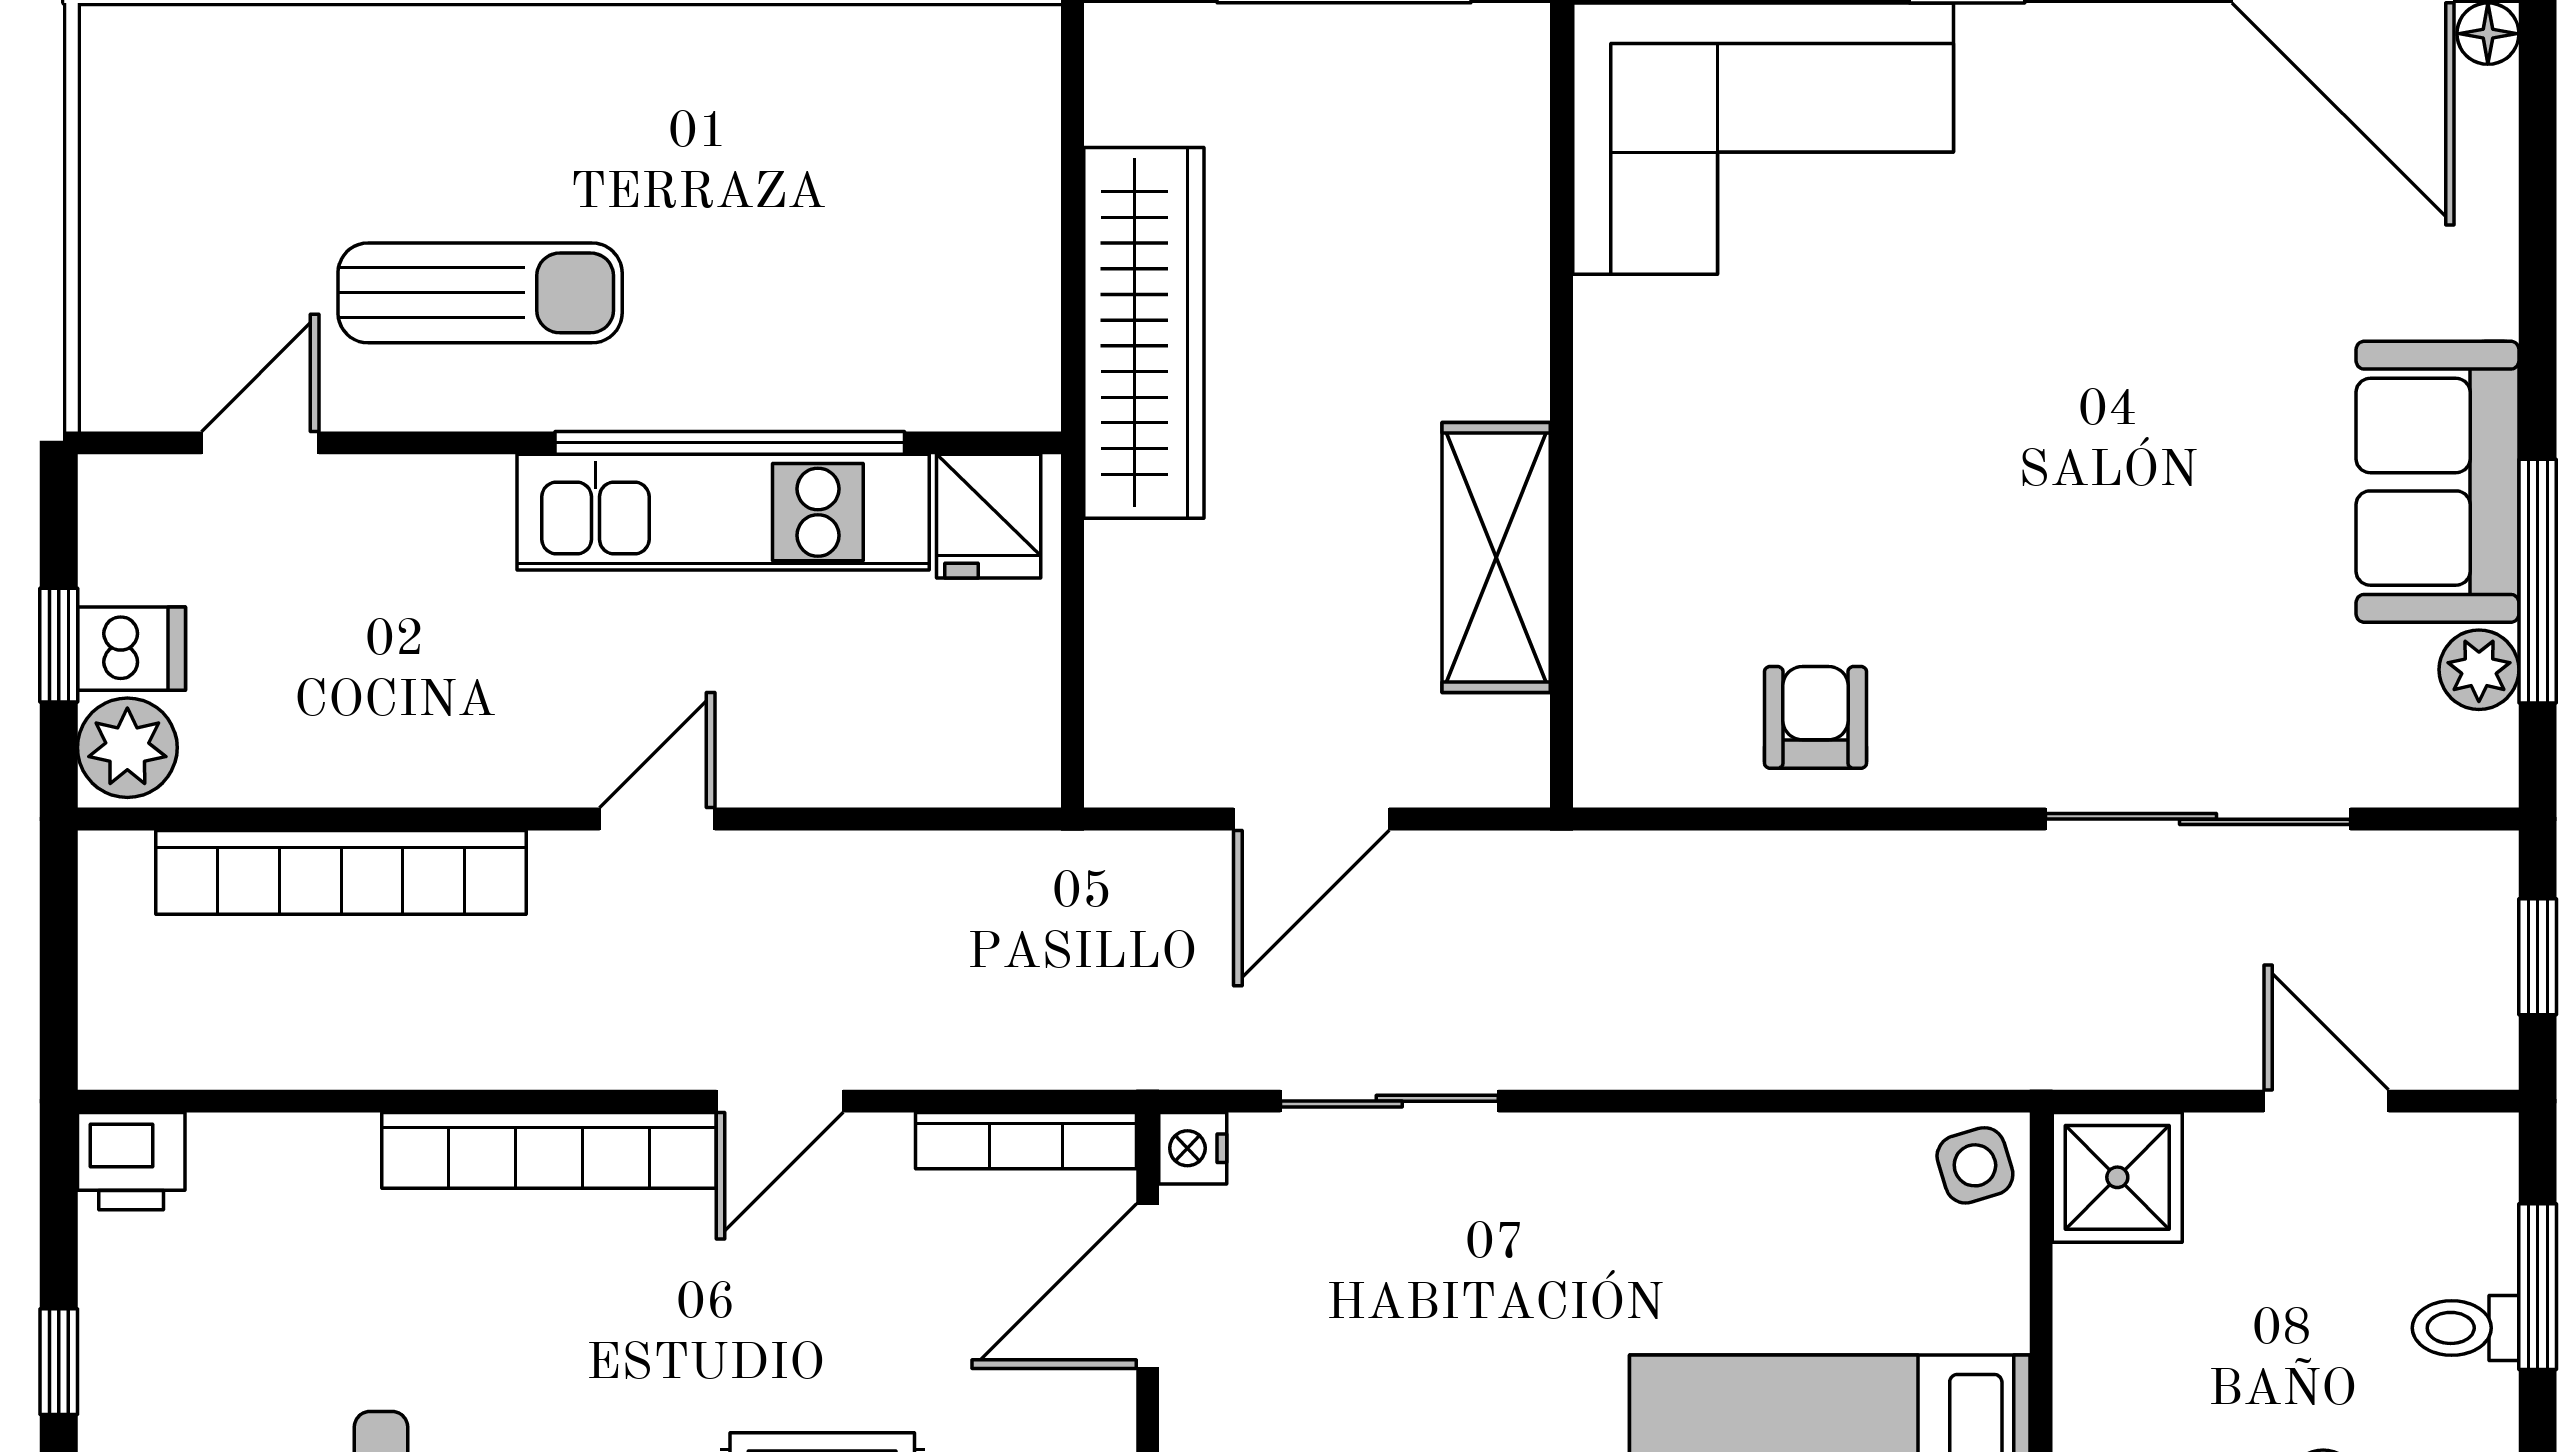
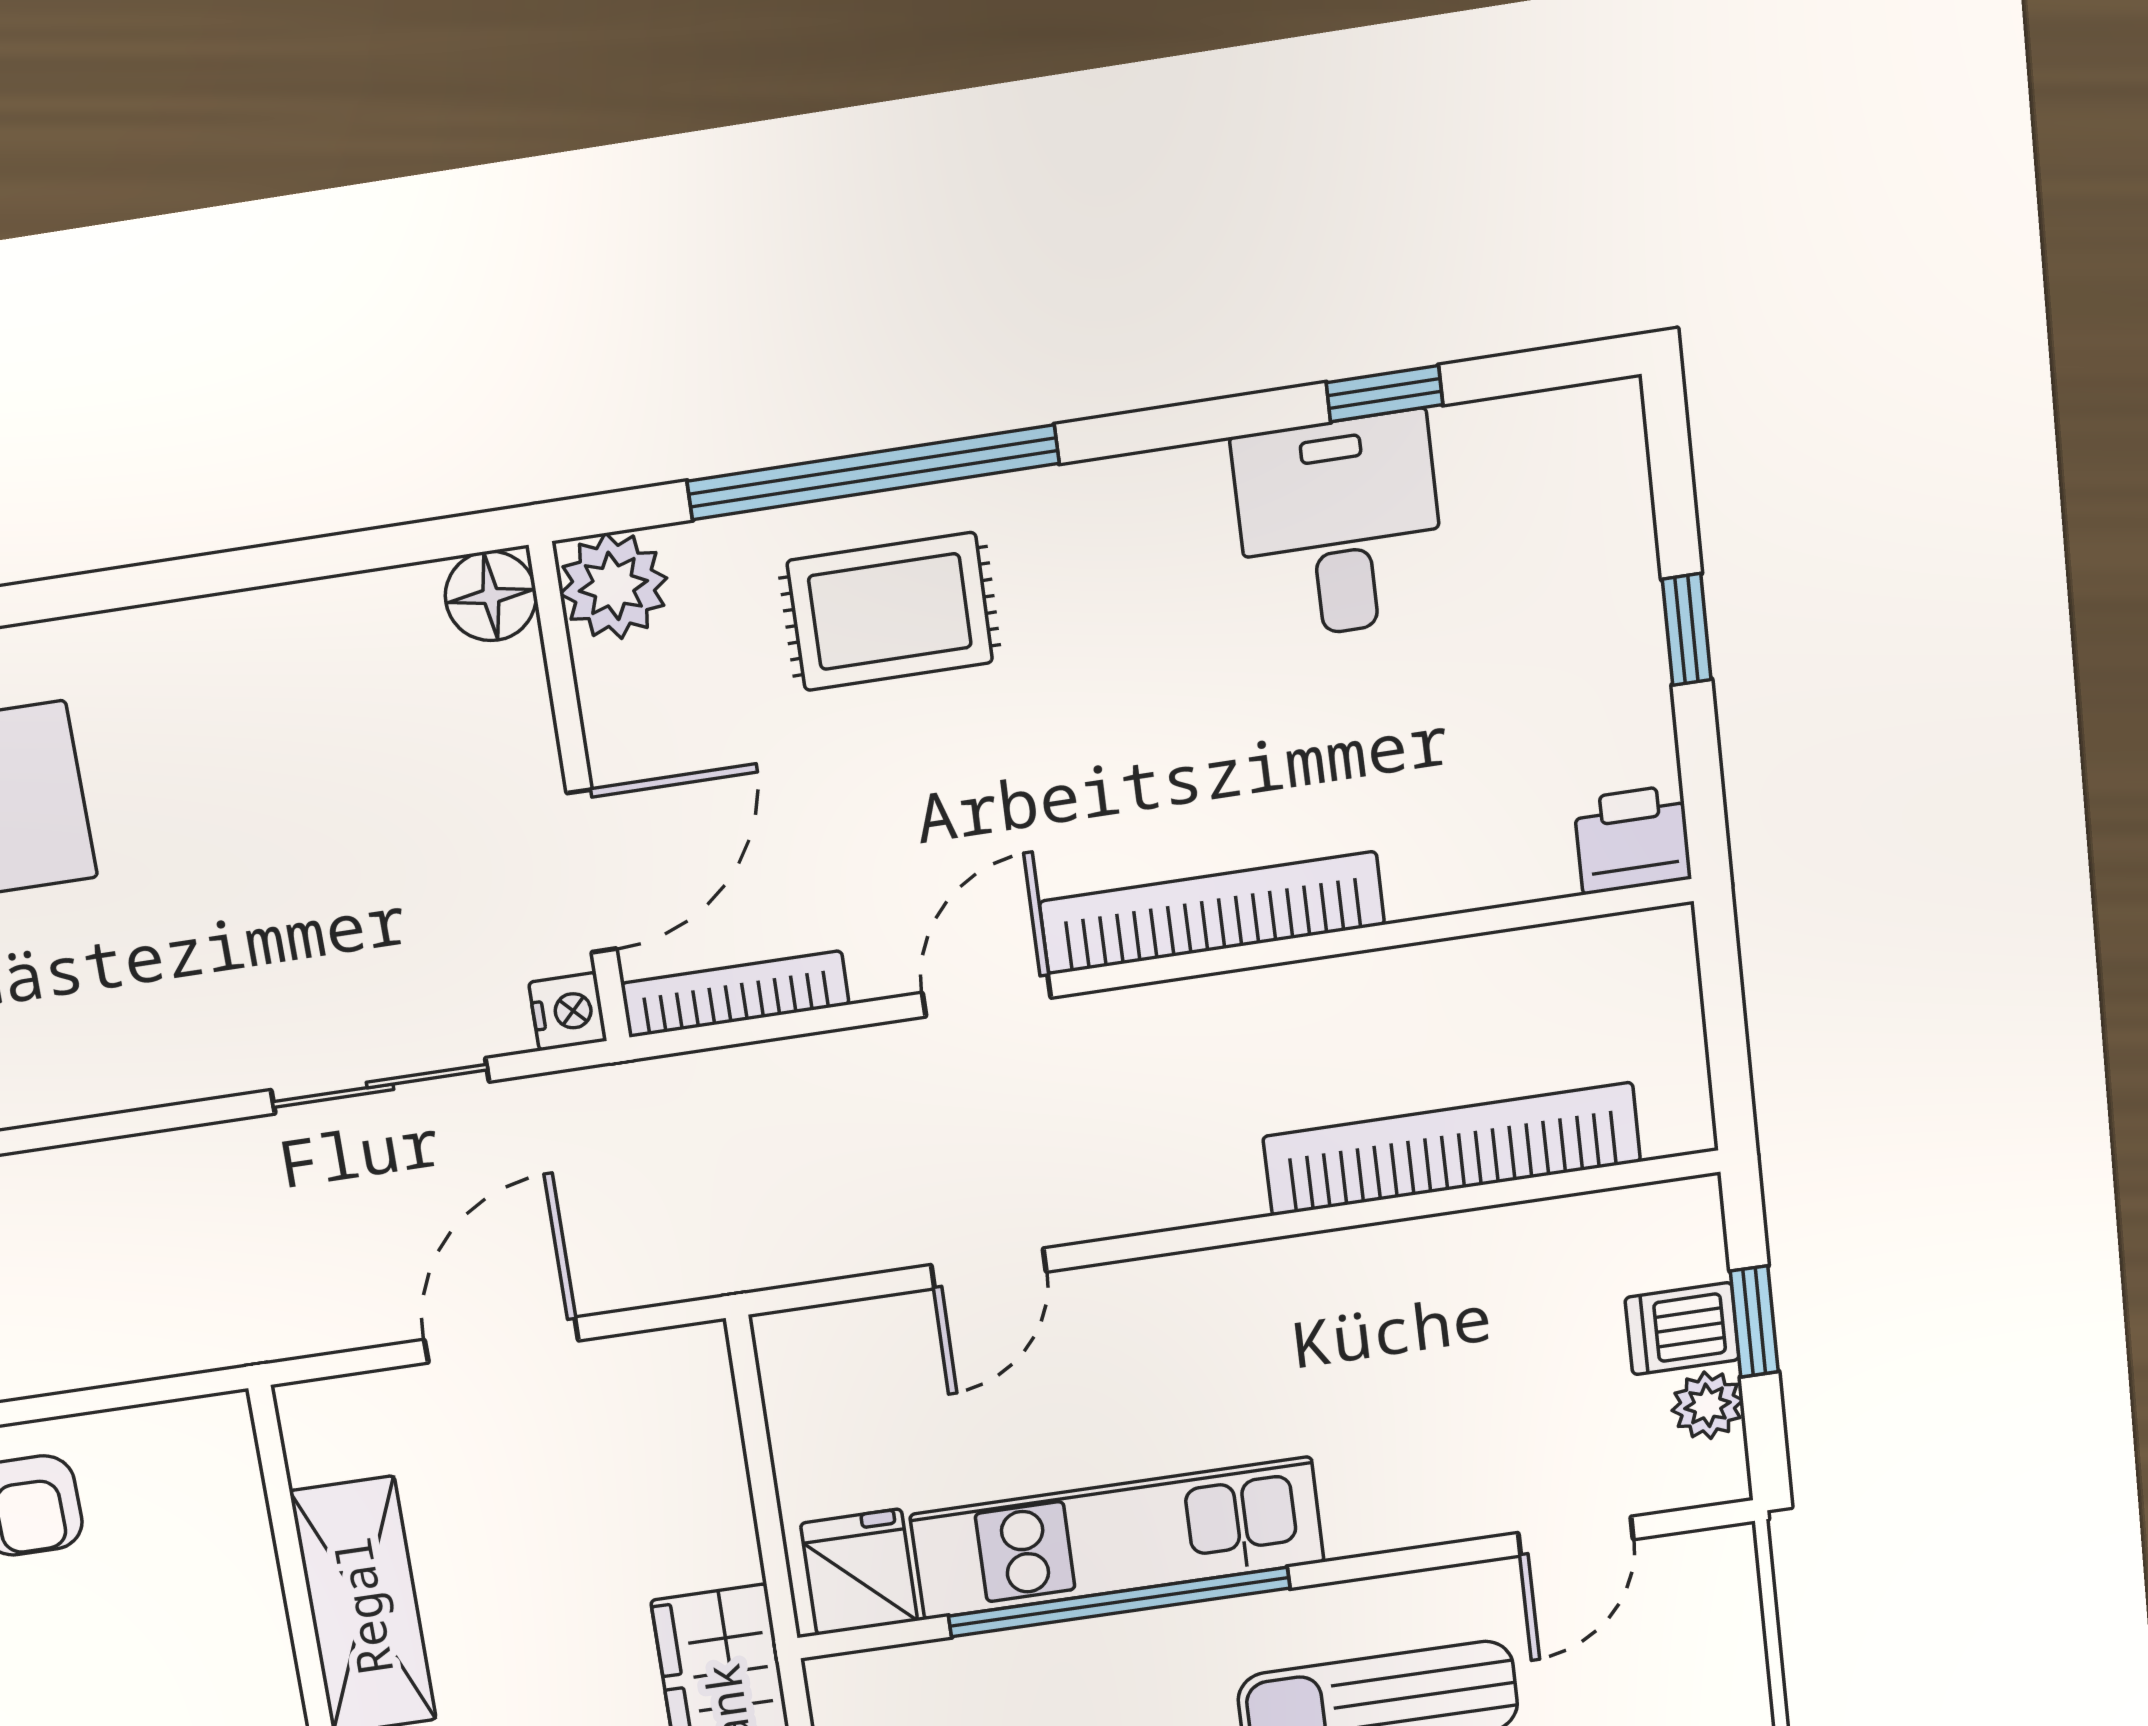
plant: (127, 748) -> (1708, 1405), moved, width x0.73, depth x0.73
door: (657, 819) -> (989, 1268), moved

